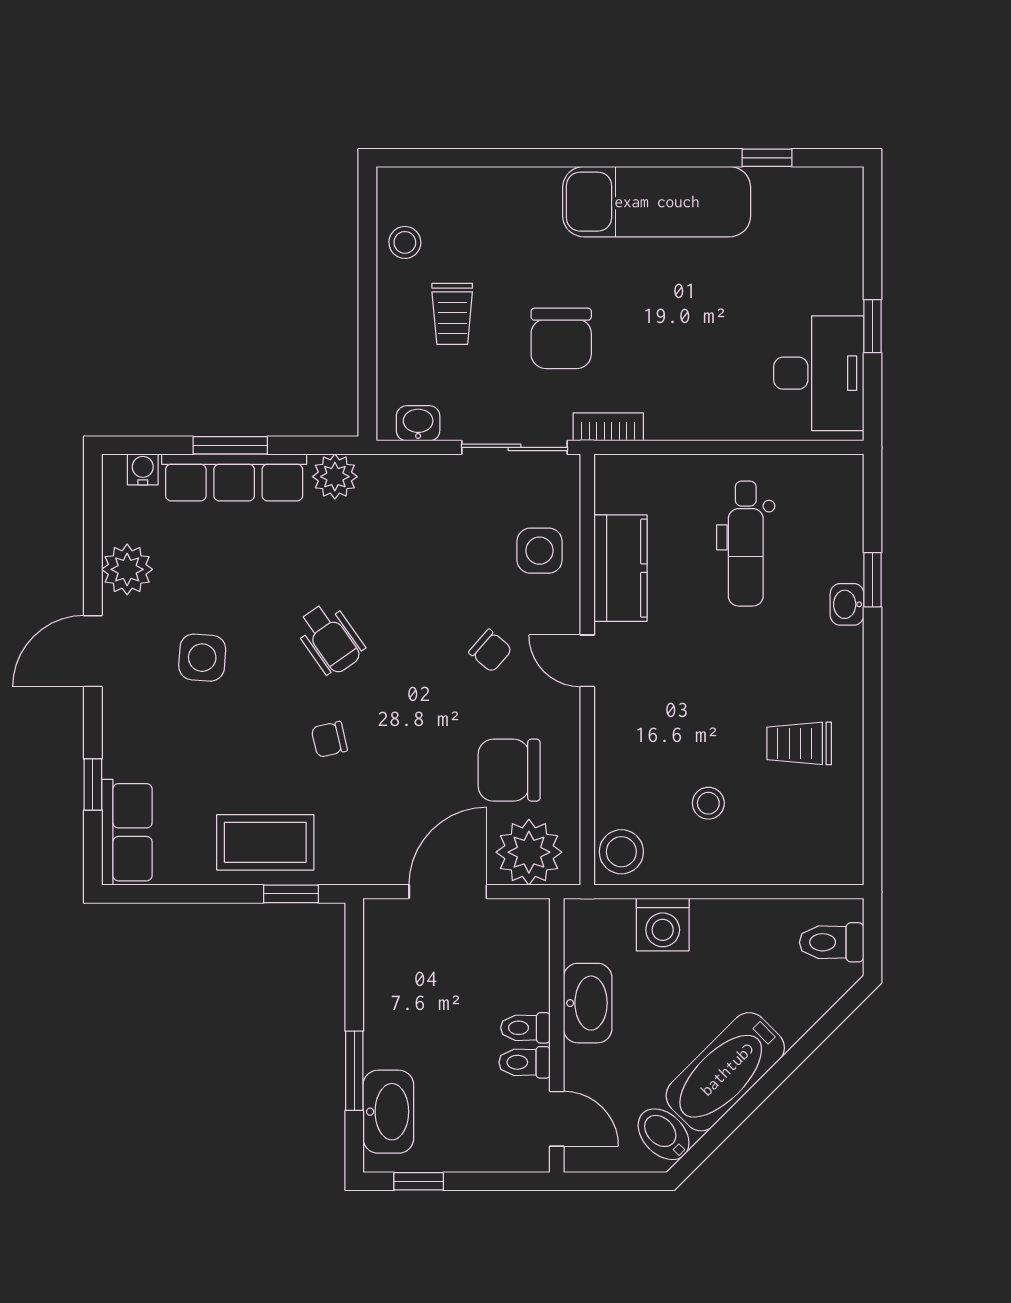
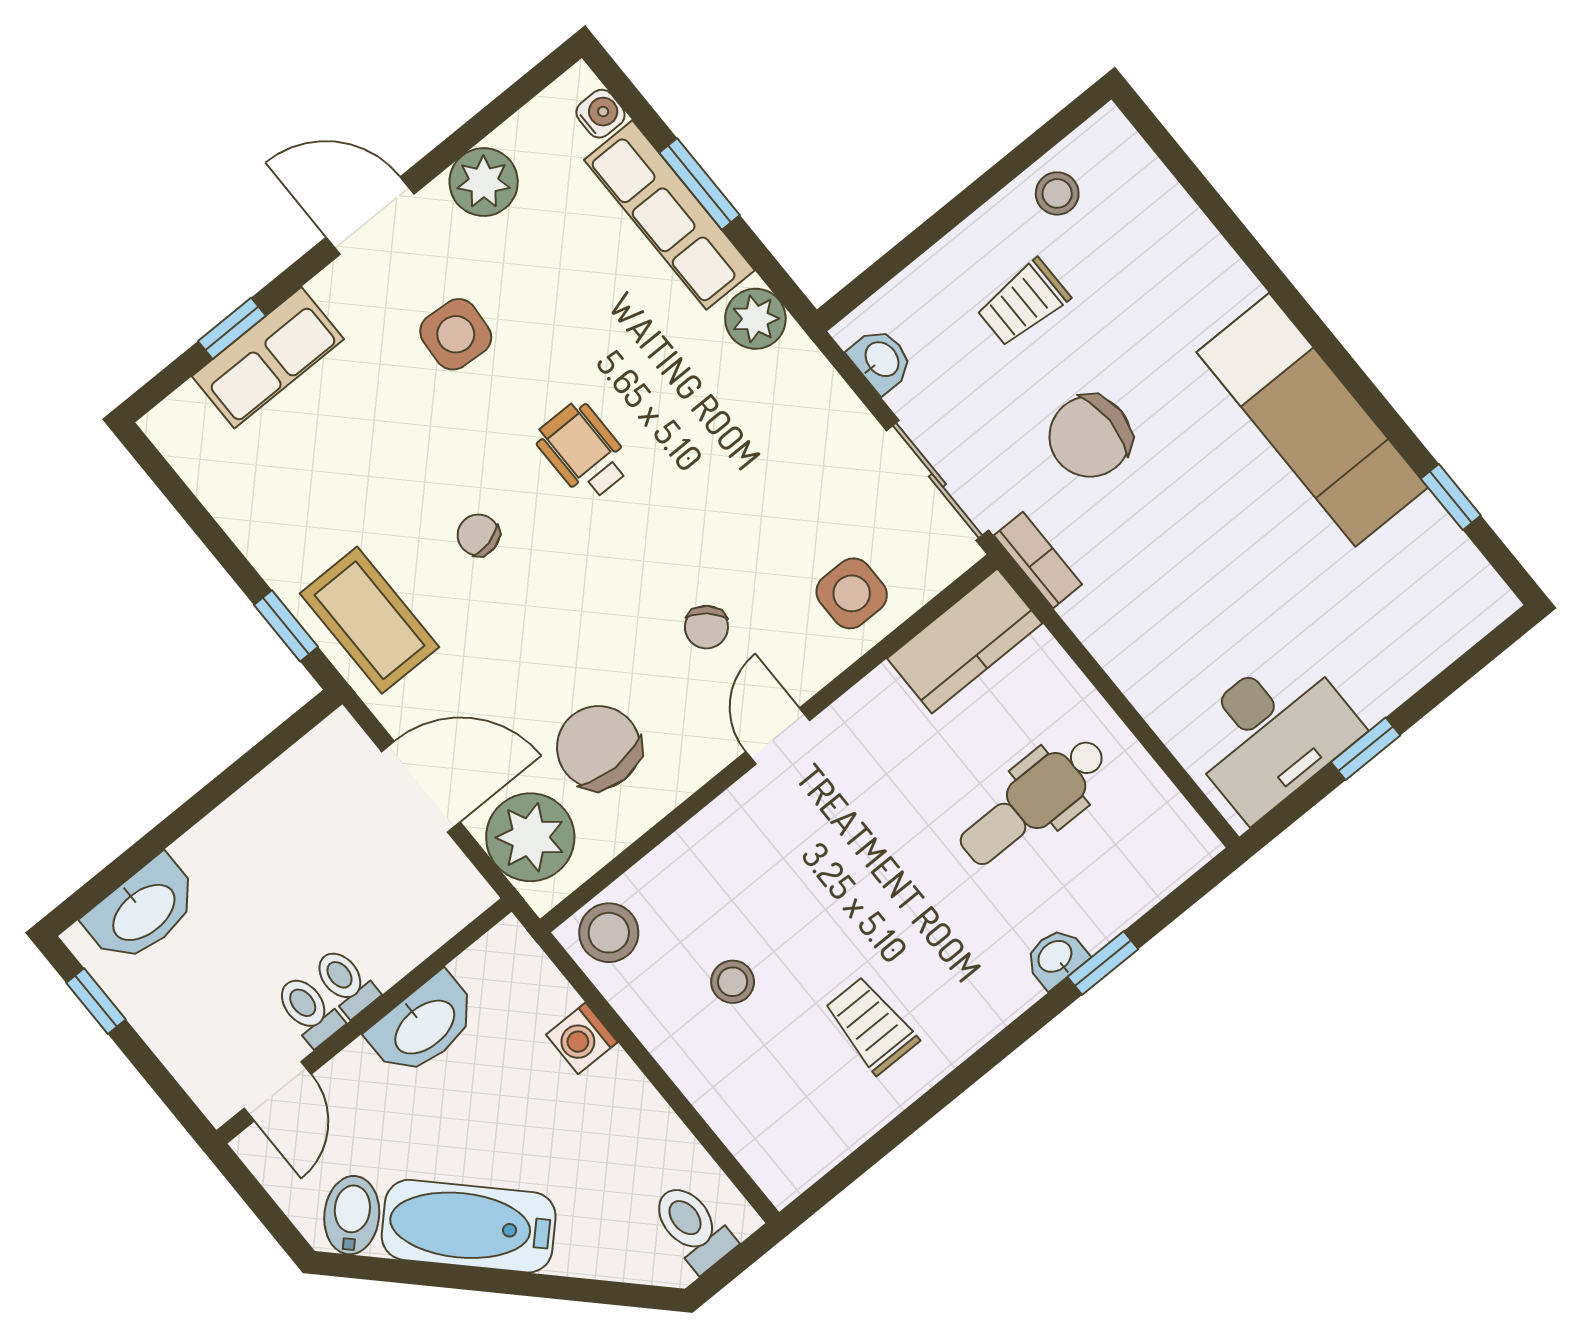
kitchen counter: (620, 568) -> (965, 641), moved
wheelchair: (330, 639) -> (583, 451), turned 125
row of seats: (127, 832) -> (268, 358), moved
coffee table: (265, 842) -> (370, 620), moved
washing machine: (663, 925) -> (582, 1038), width x0.73, depth x0.73
window: (354, 1071) -> (156, 841), removed

